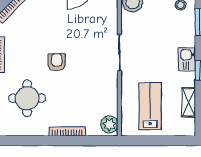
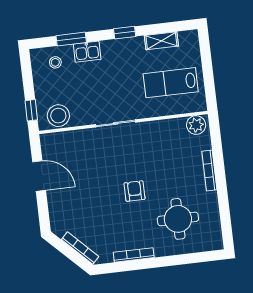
kitchen sink: (187, 59) -> (87, 52), moved
armchair: (57, 62) -> (135, 191), turned 90

